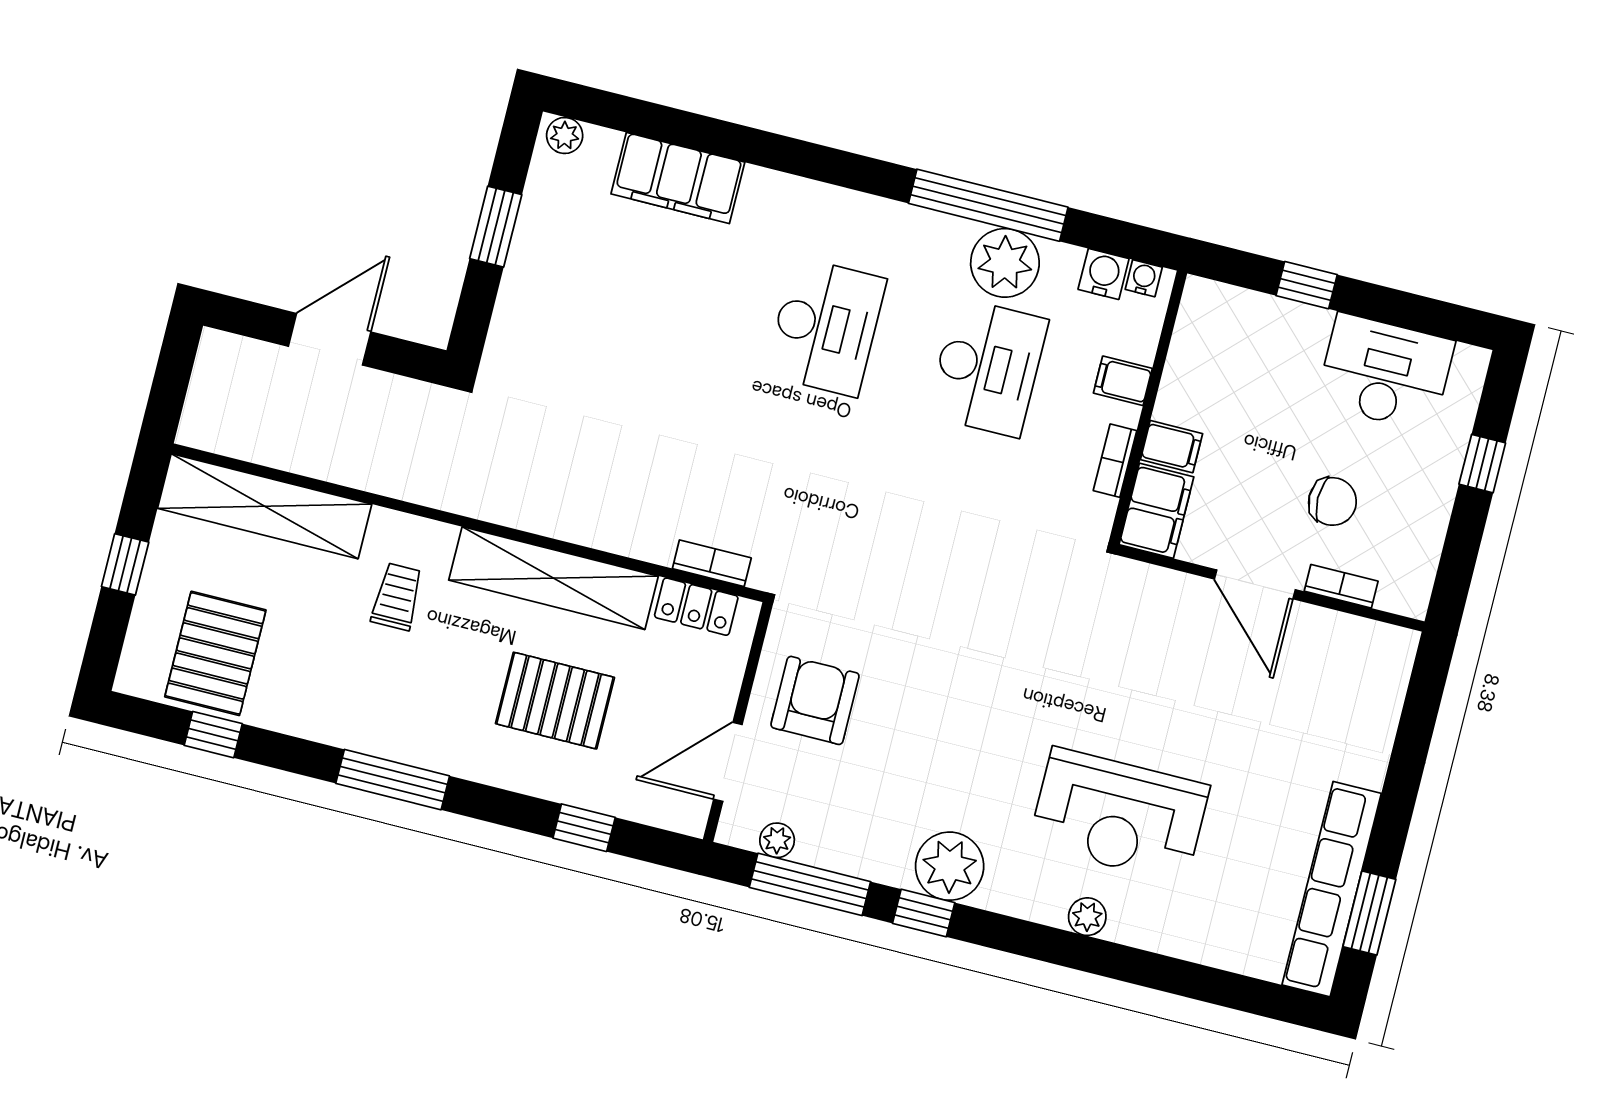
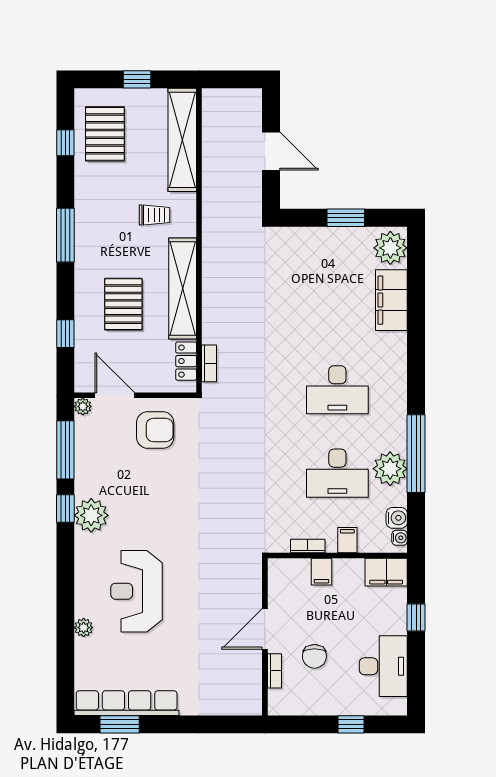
plant: (565, 135) -> (390, 248), width x1.88, depth x1.88
filing cabinet: (1156, 511) -> (386, 572), moved
pallet: (215, 653) -> (105, 134), turned 90
plant: (777, 840) -> (83, 406), moved
plant: (1087, 917) -> (84, 628), moved

